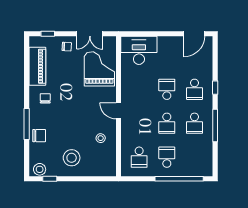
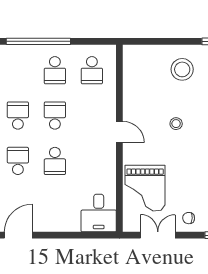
desk: (139, 50) -> (99, 213), width x0.73
stool: (101, 138) -> (176, 124), moved
school desk: (139, 157) -> (92, 70), turned 180

